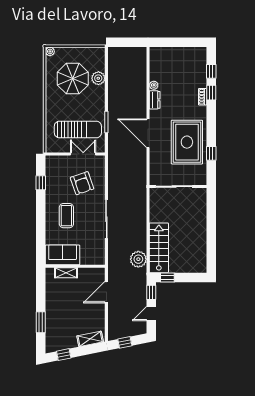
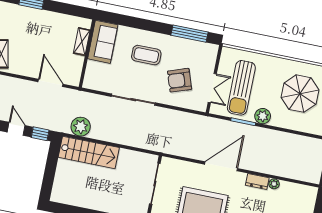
plant: (98, 78) -> (263, 116), moved
window: (41, 183) -> (190, 34), width x2.17
window: (167, 278) -> (53, 155), removed

